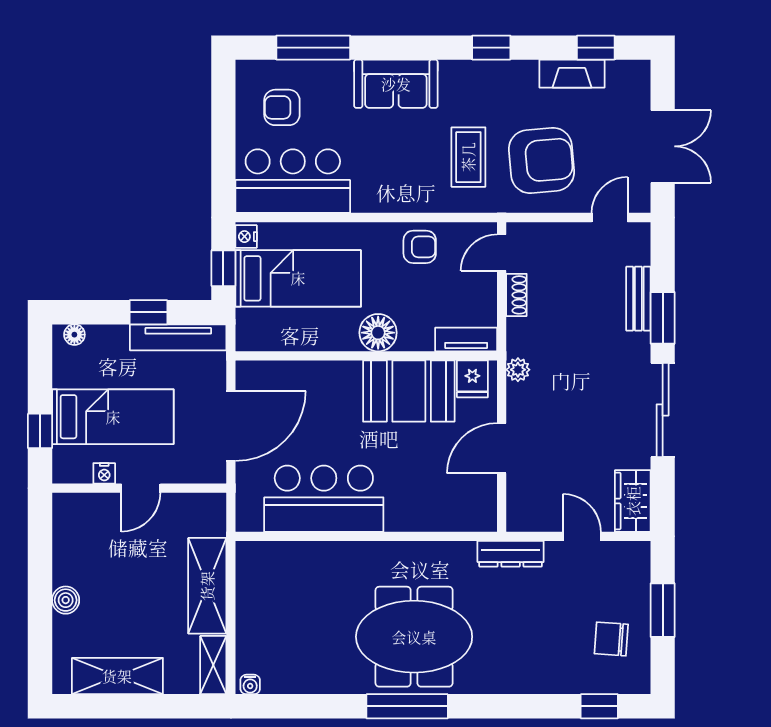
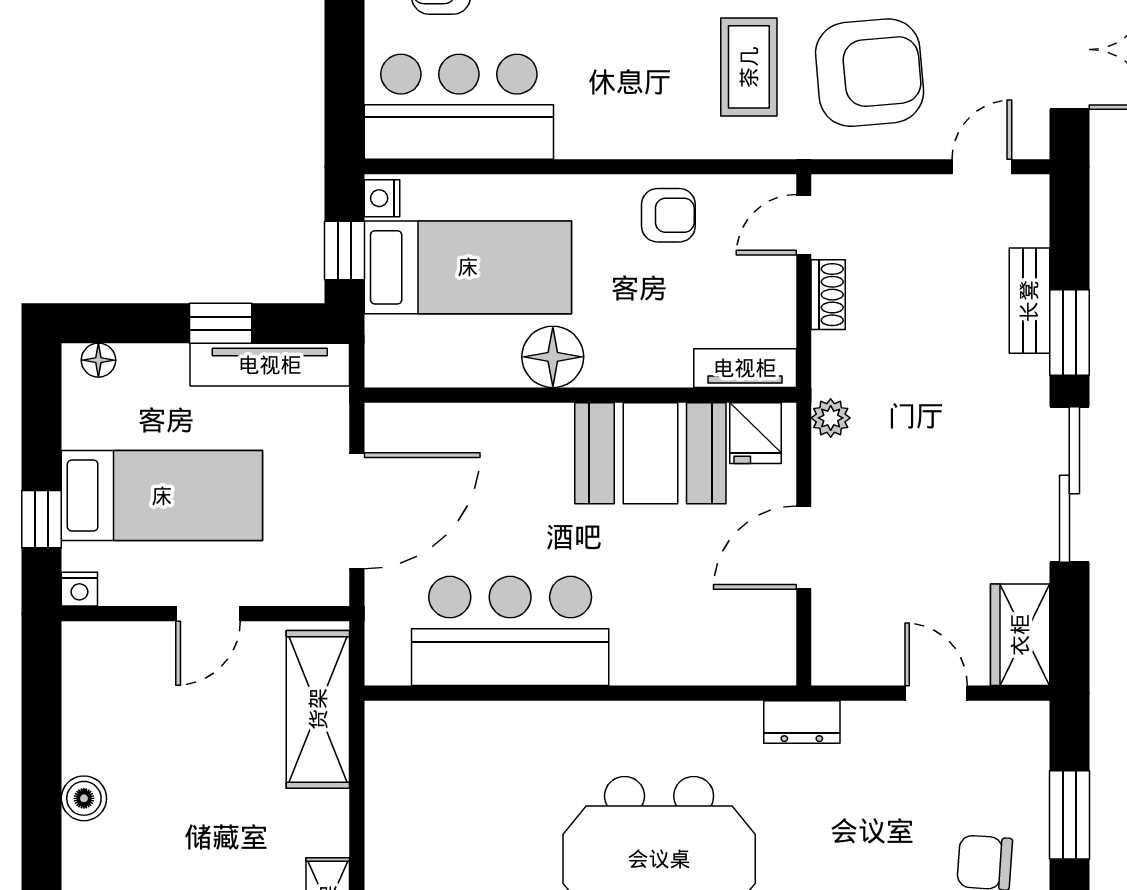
floor lamp: (378, 333) -> (553, 357), moved
nightstand: (104, 473) -> (79, 589), moved
dresser: (511, 554) -> (802, 722), width x0.70
shelving: (207, 586) -> (318, 709), moved

